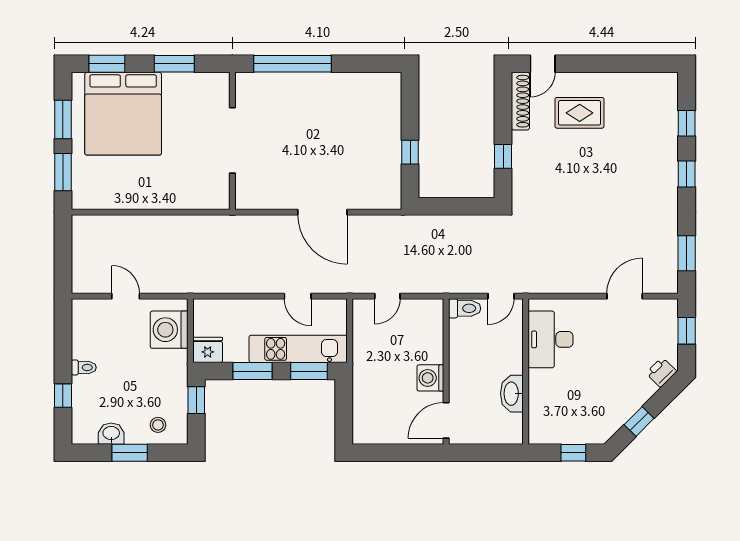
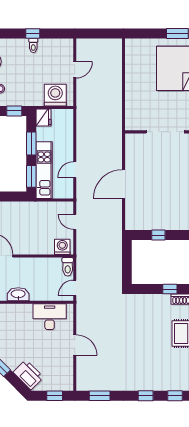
window: (503, 156) -> (170, 289), moved
window: (63, 172) -> (147, 33), removed
door: (501, 296) -> (75, 288), hinge flipped
door: (625, 296) -> (75, 345), moved
printer: (661, 372) -> (28, 375), width x1.87, depth x1.48
washing machine: (430, 378) -> (62, 247), moved
window: (63, 396) -> (33, 33), moved

